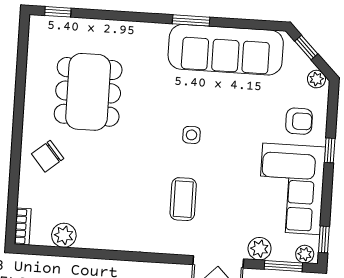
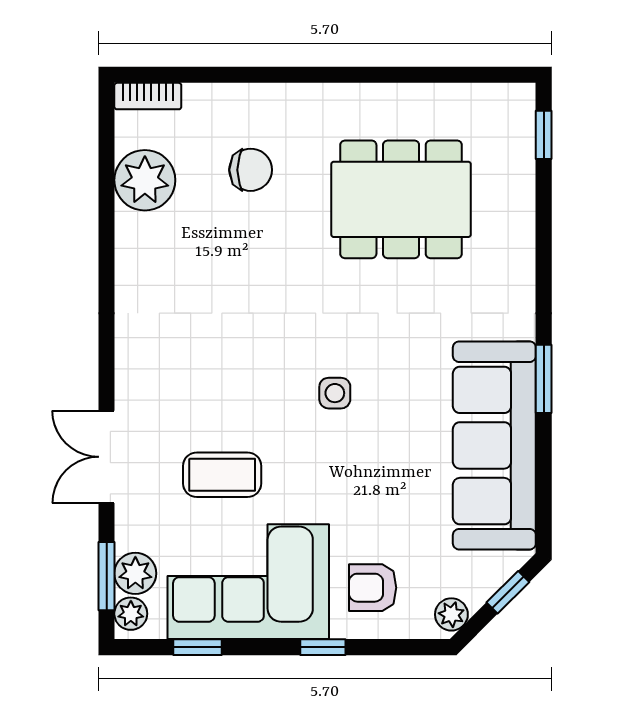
armchair: (299, 121) -> (373, 588), turned 90
chair: (48, 156) -> (251, 170), moved, turned 130
coffee table: (183, 199) -> (222, 475), moved
plant: (64, 235) -> (145, 180), width x1.36, depth x1.36
window: (324, 239) -> (197, 647), moved
plant: (260, 249) -> (135, 573), moved

